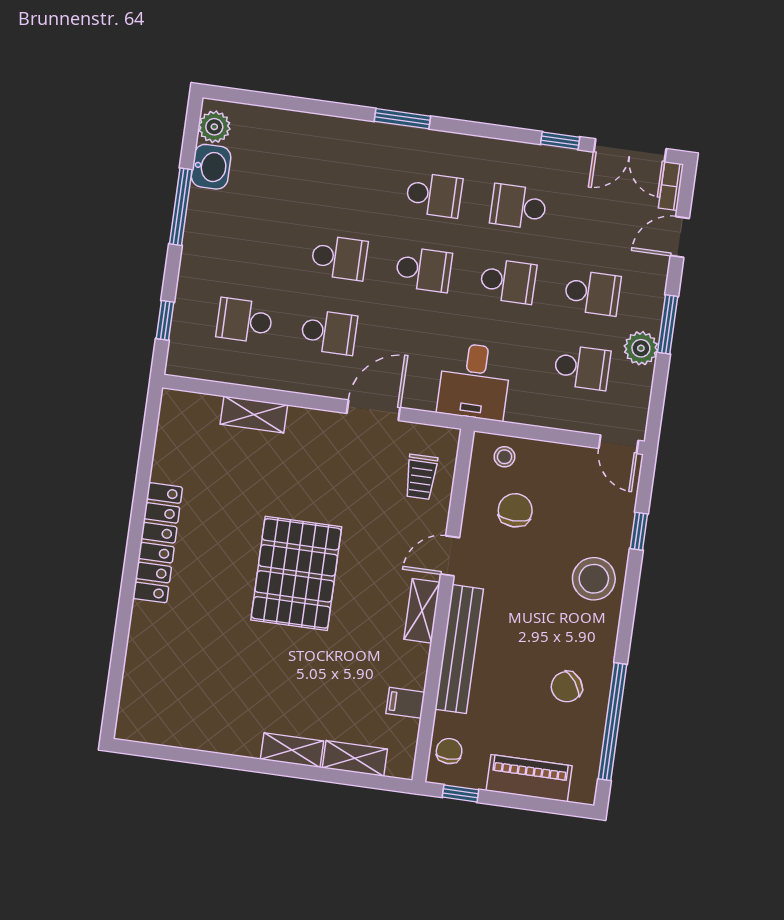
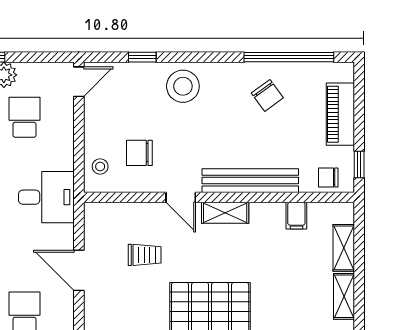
trolley: (421, 477) -> (145, 255), moved

